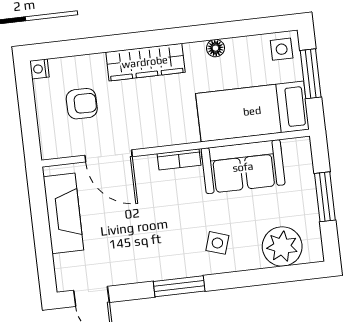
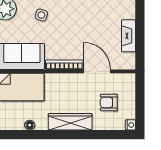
bookcase: (179, 159) -> (64, 65), width x1.56
fireplace: (63, 213) -> (128, 36), width x0.73, depth x0.76

